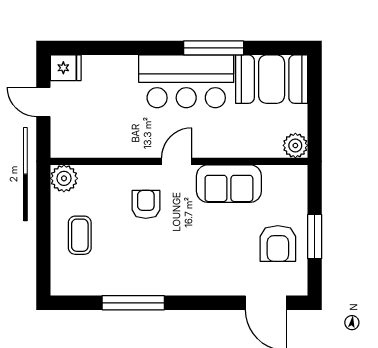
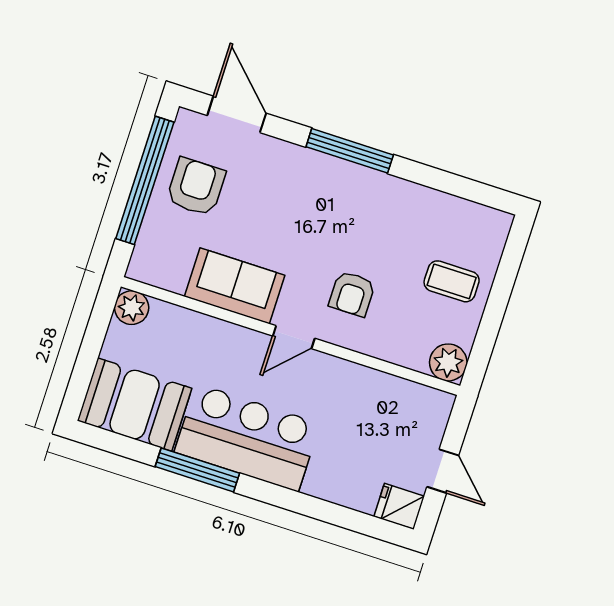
coffee table: (80, 235) -> (452, 281), turned 90
window: (315, 237) -> (145, 180), width x2.11
window: (133, 303) -> (350, 151), moved

